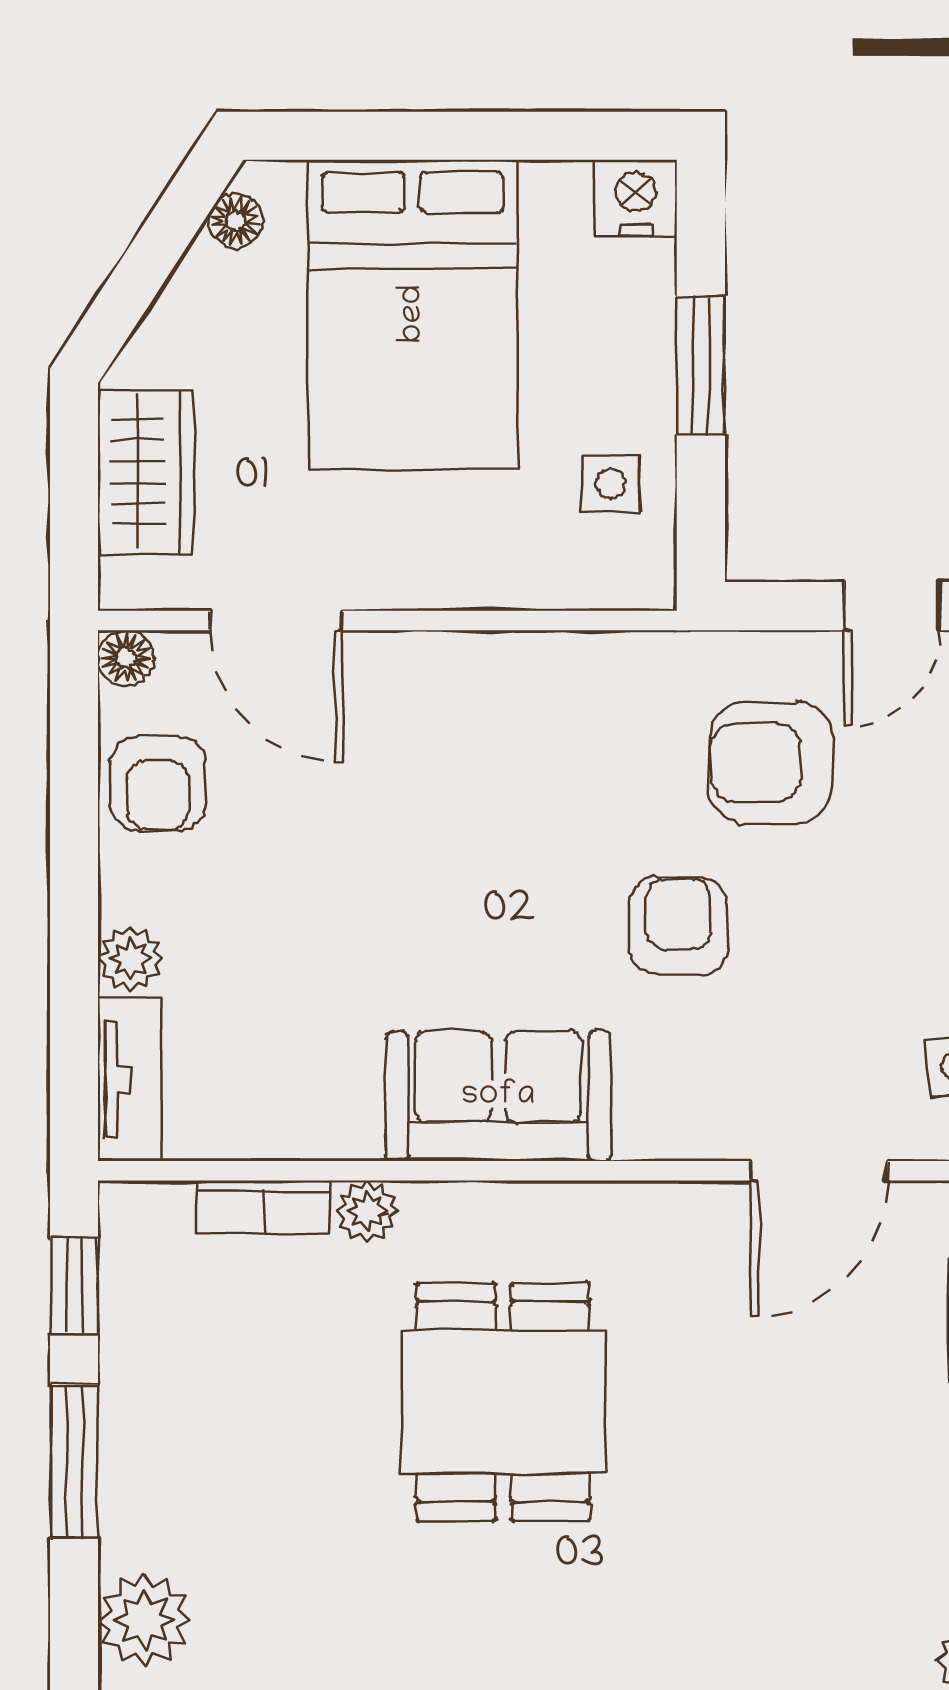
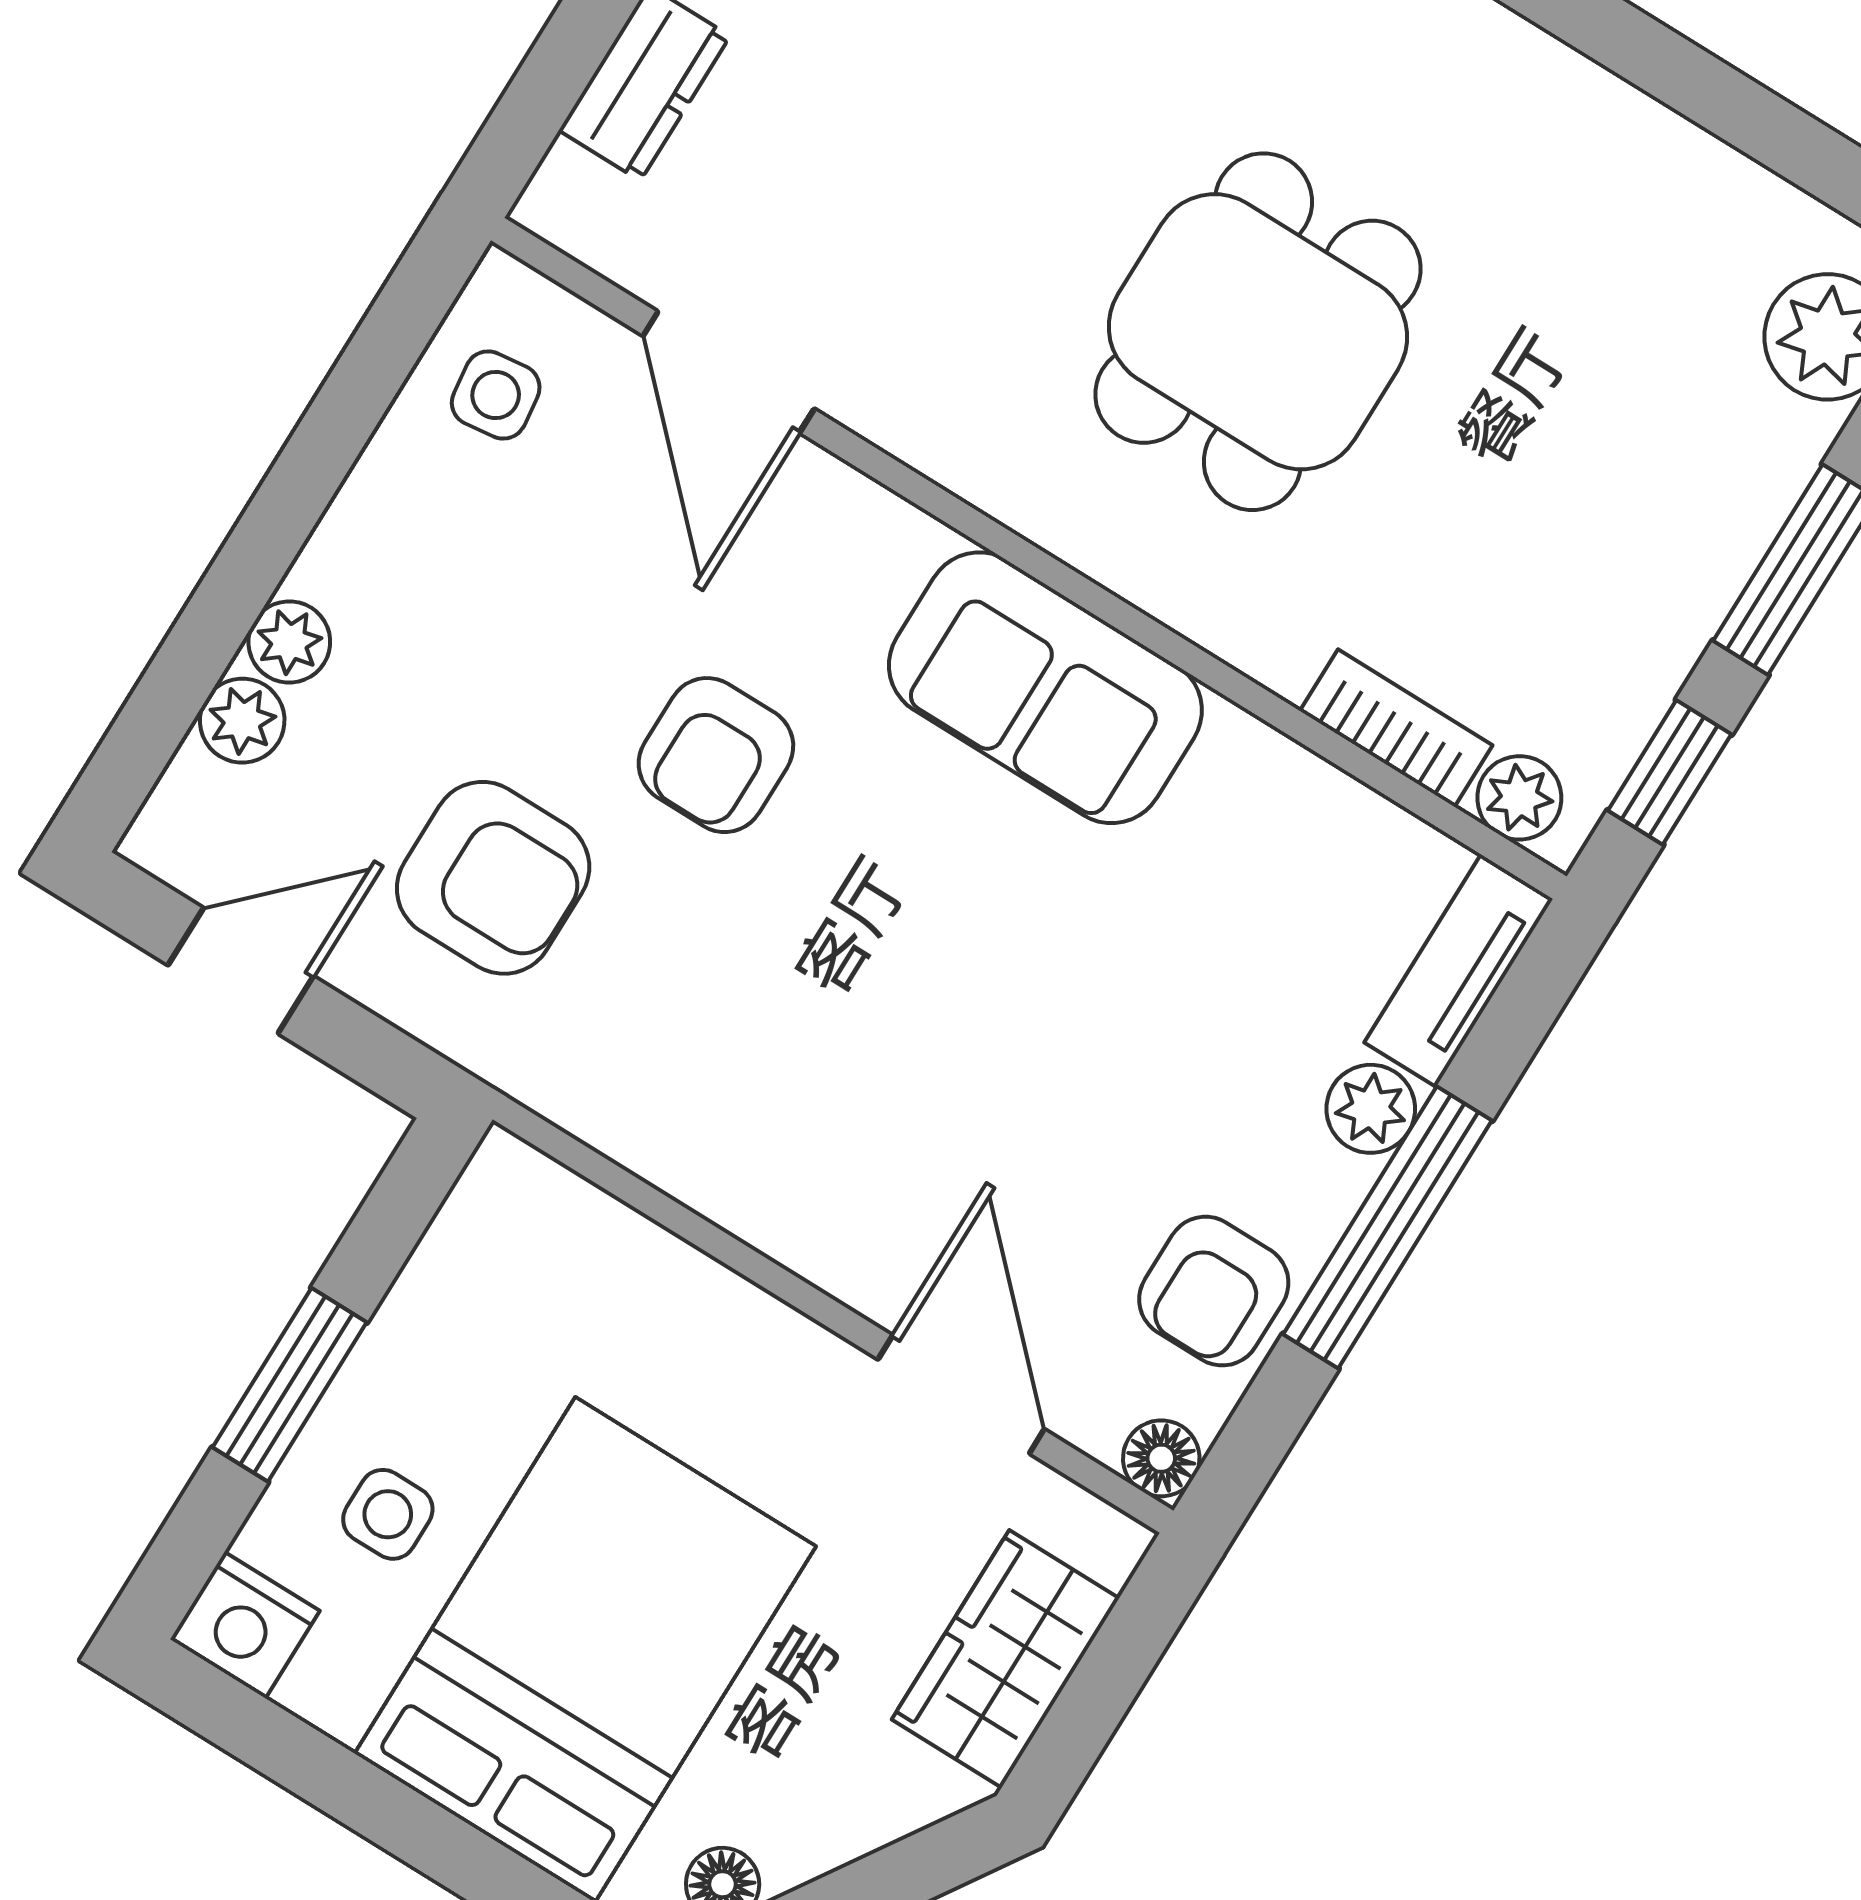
side table: (610, 484) -> (388, 1514), moved
armchair: (158, 783) -> (1214, 1291), turned 180
window: (74, 891) -> (1388, 1227), added
door: (819, 1171) -> (729, 372), swing flipped
plant: (367, 1211) -> (1519, 798), moved

